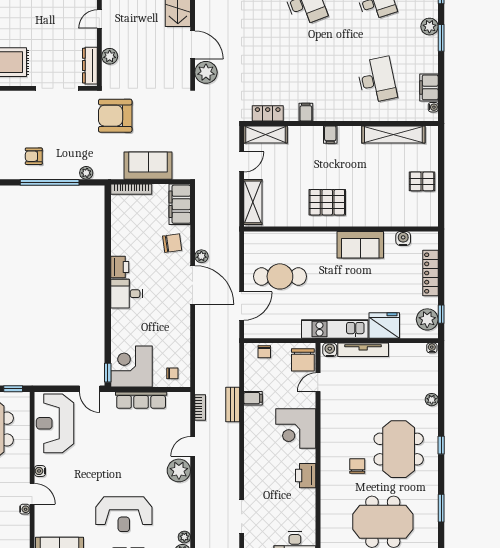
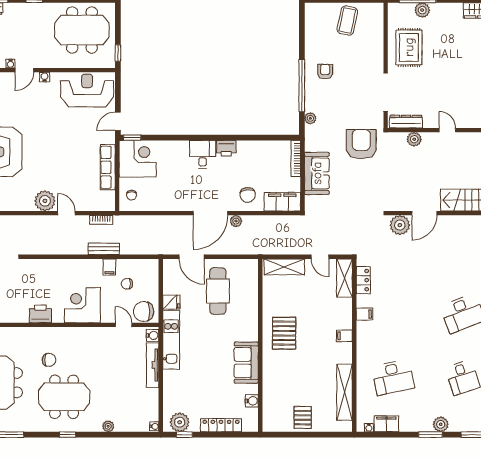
fridge: (384, 326) -> (171, 302), moved, width x0.53, depth x0.75
chair: (264, 352) -> (127, 284), moved

